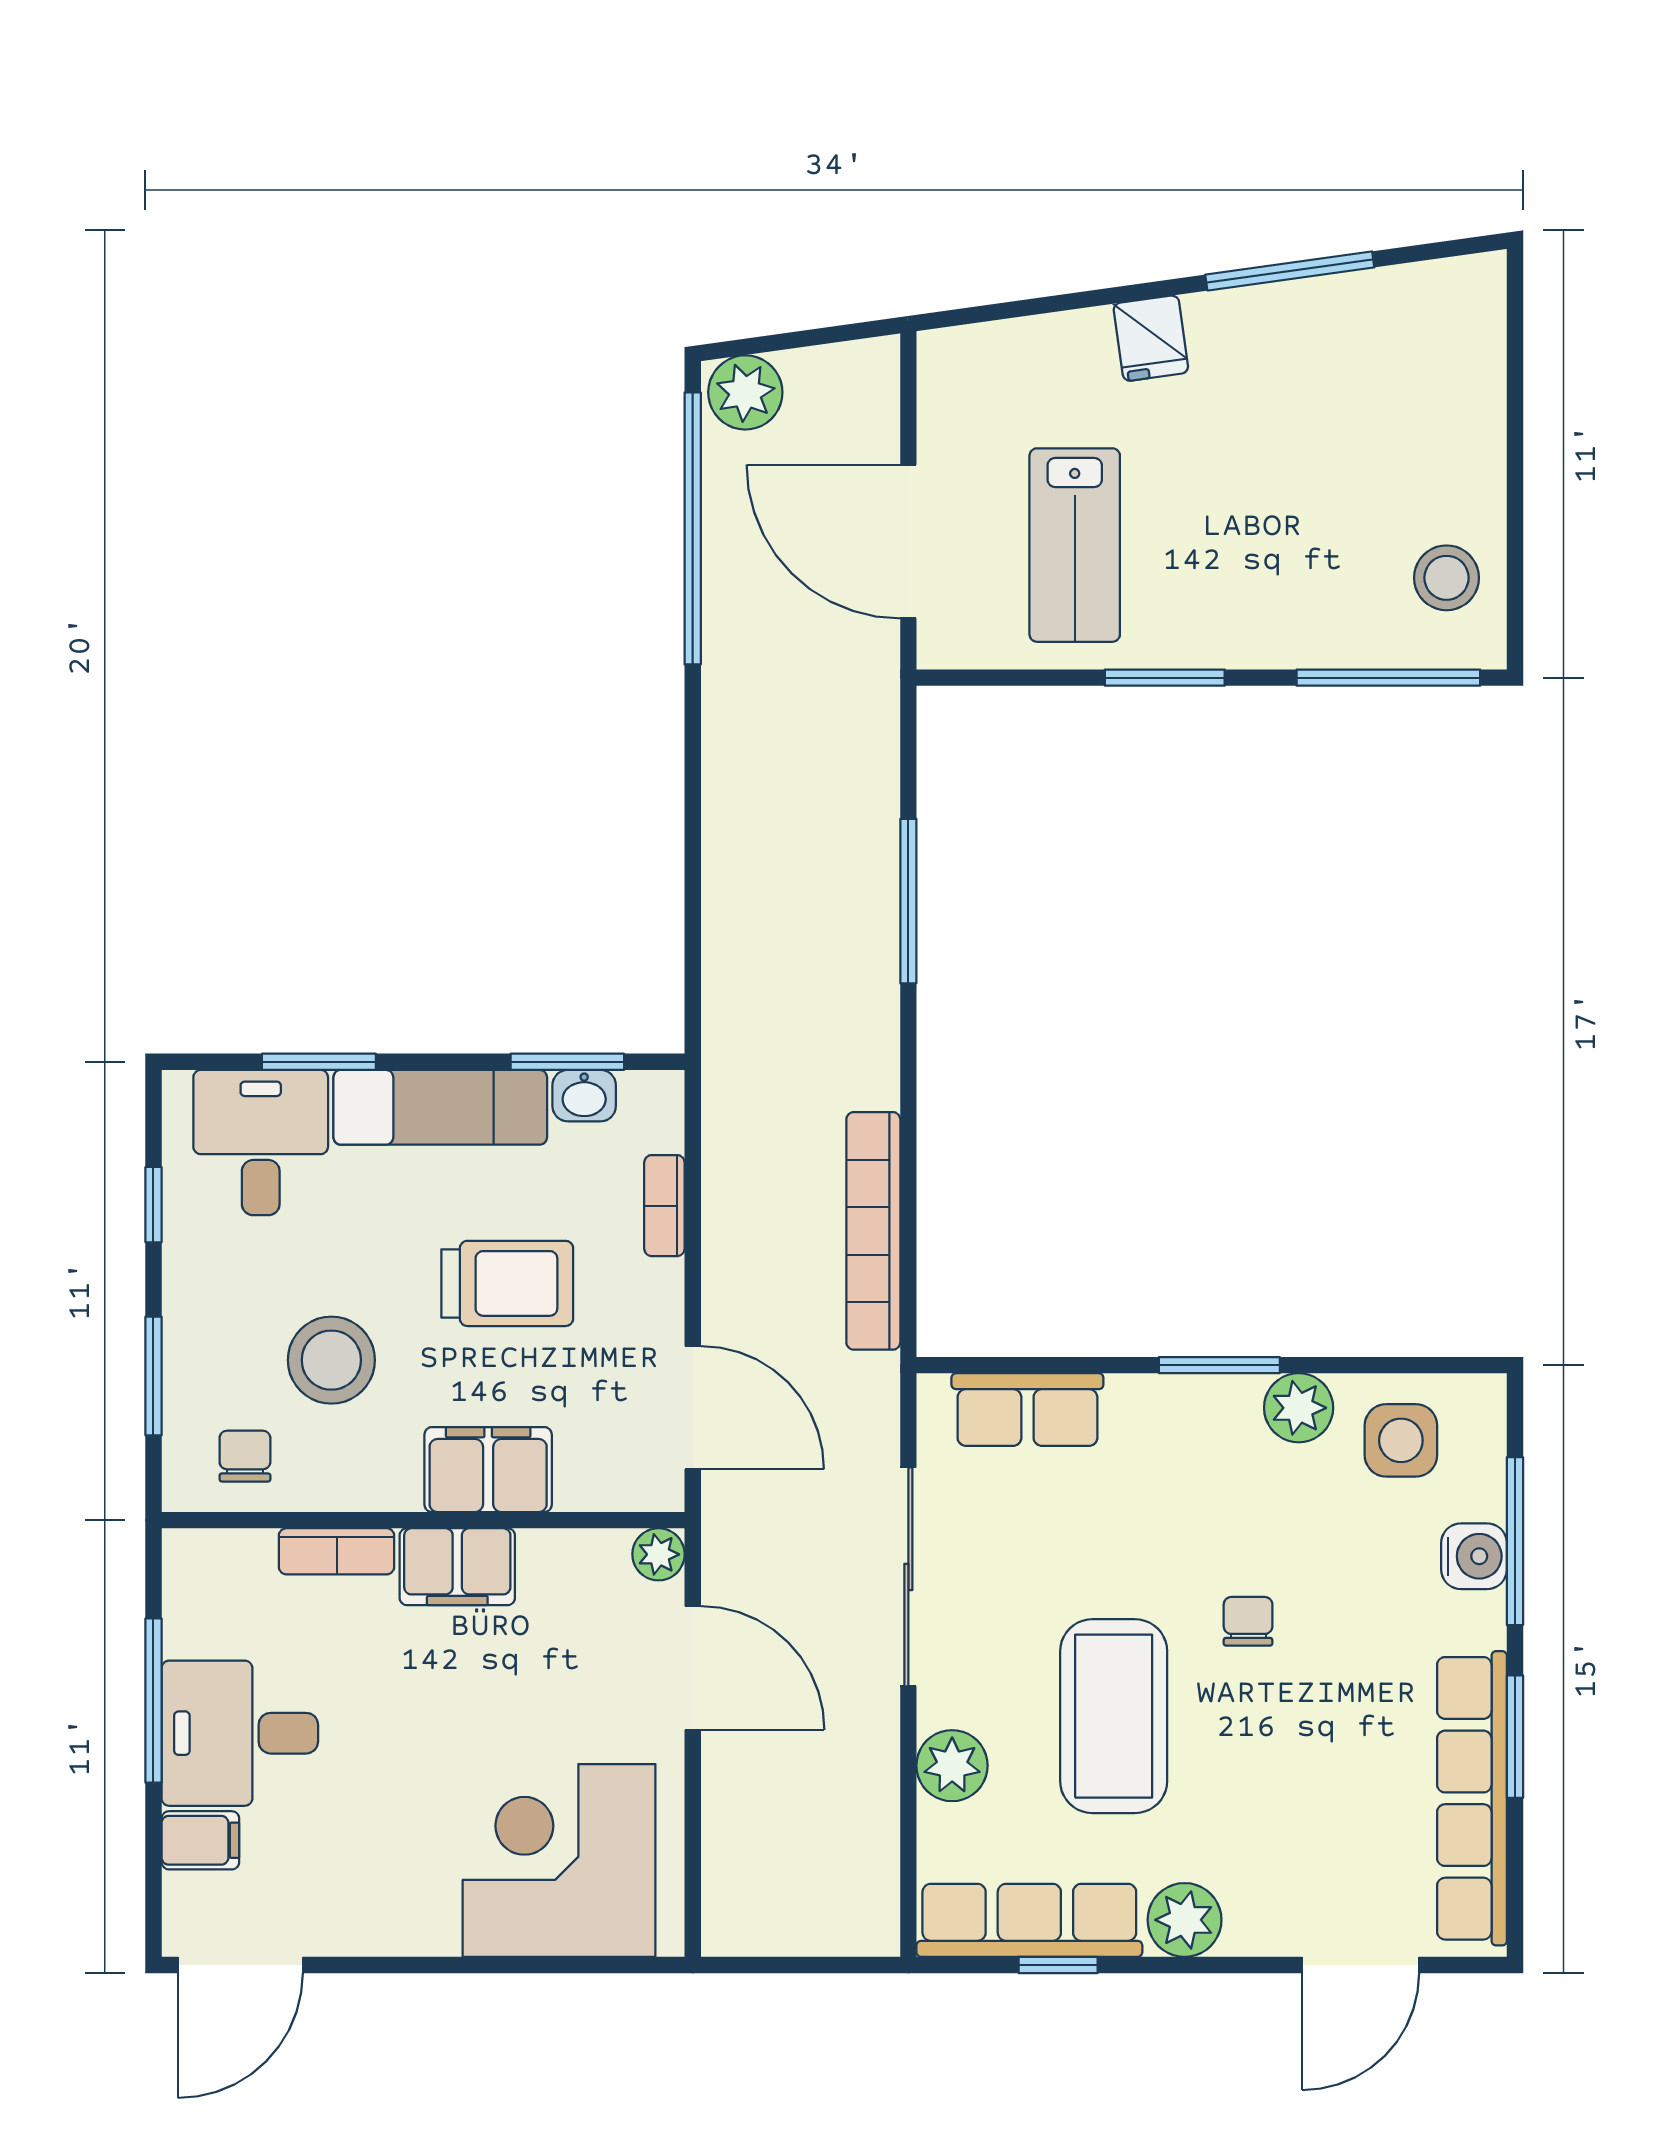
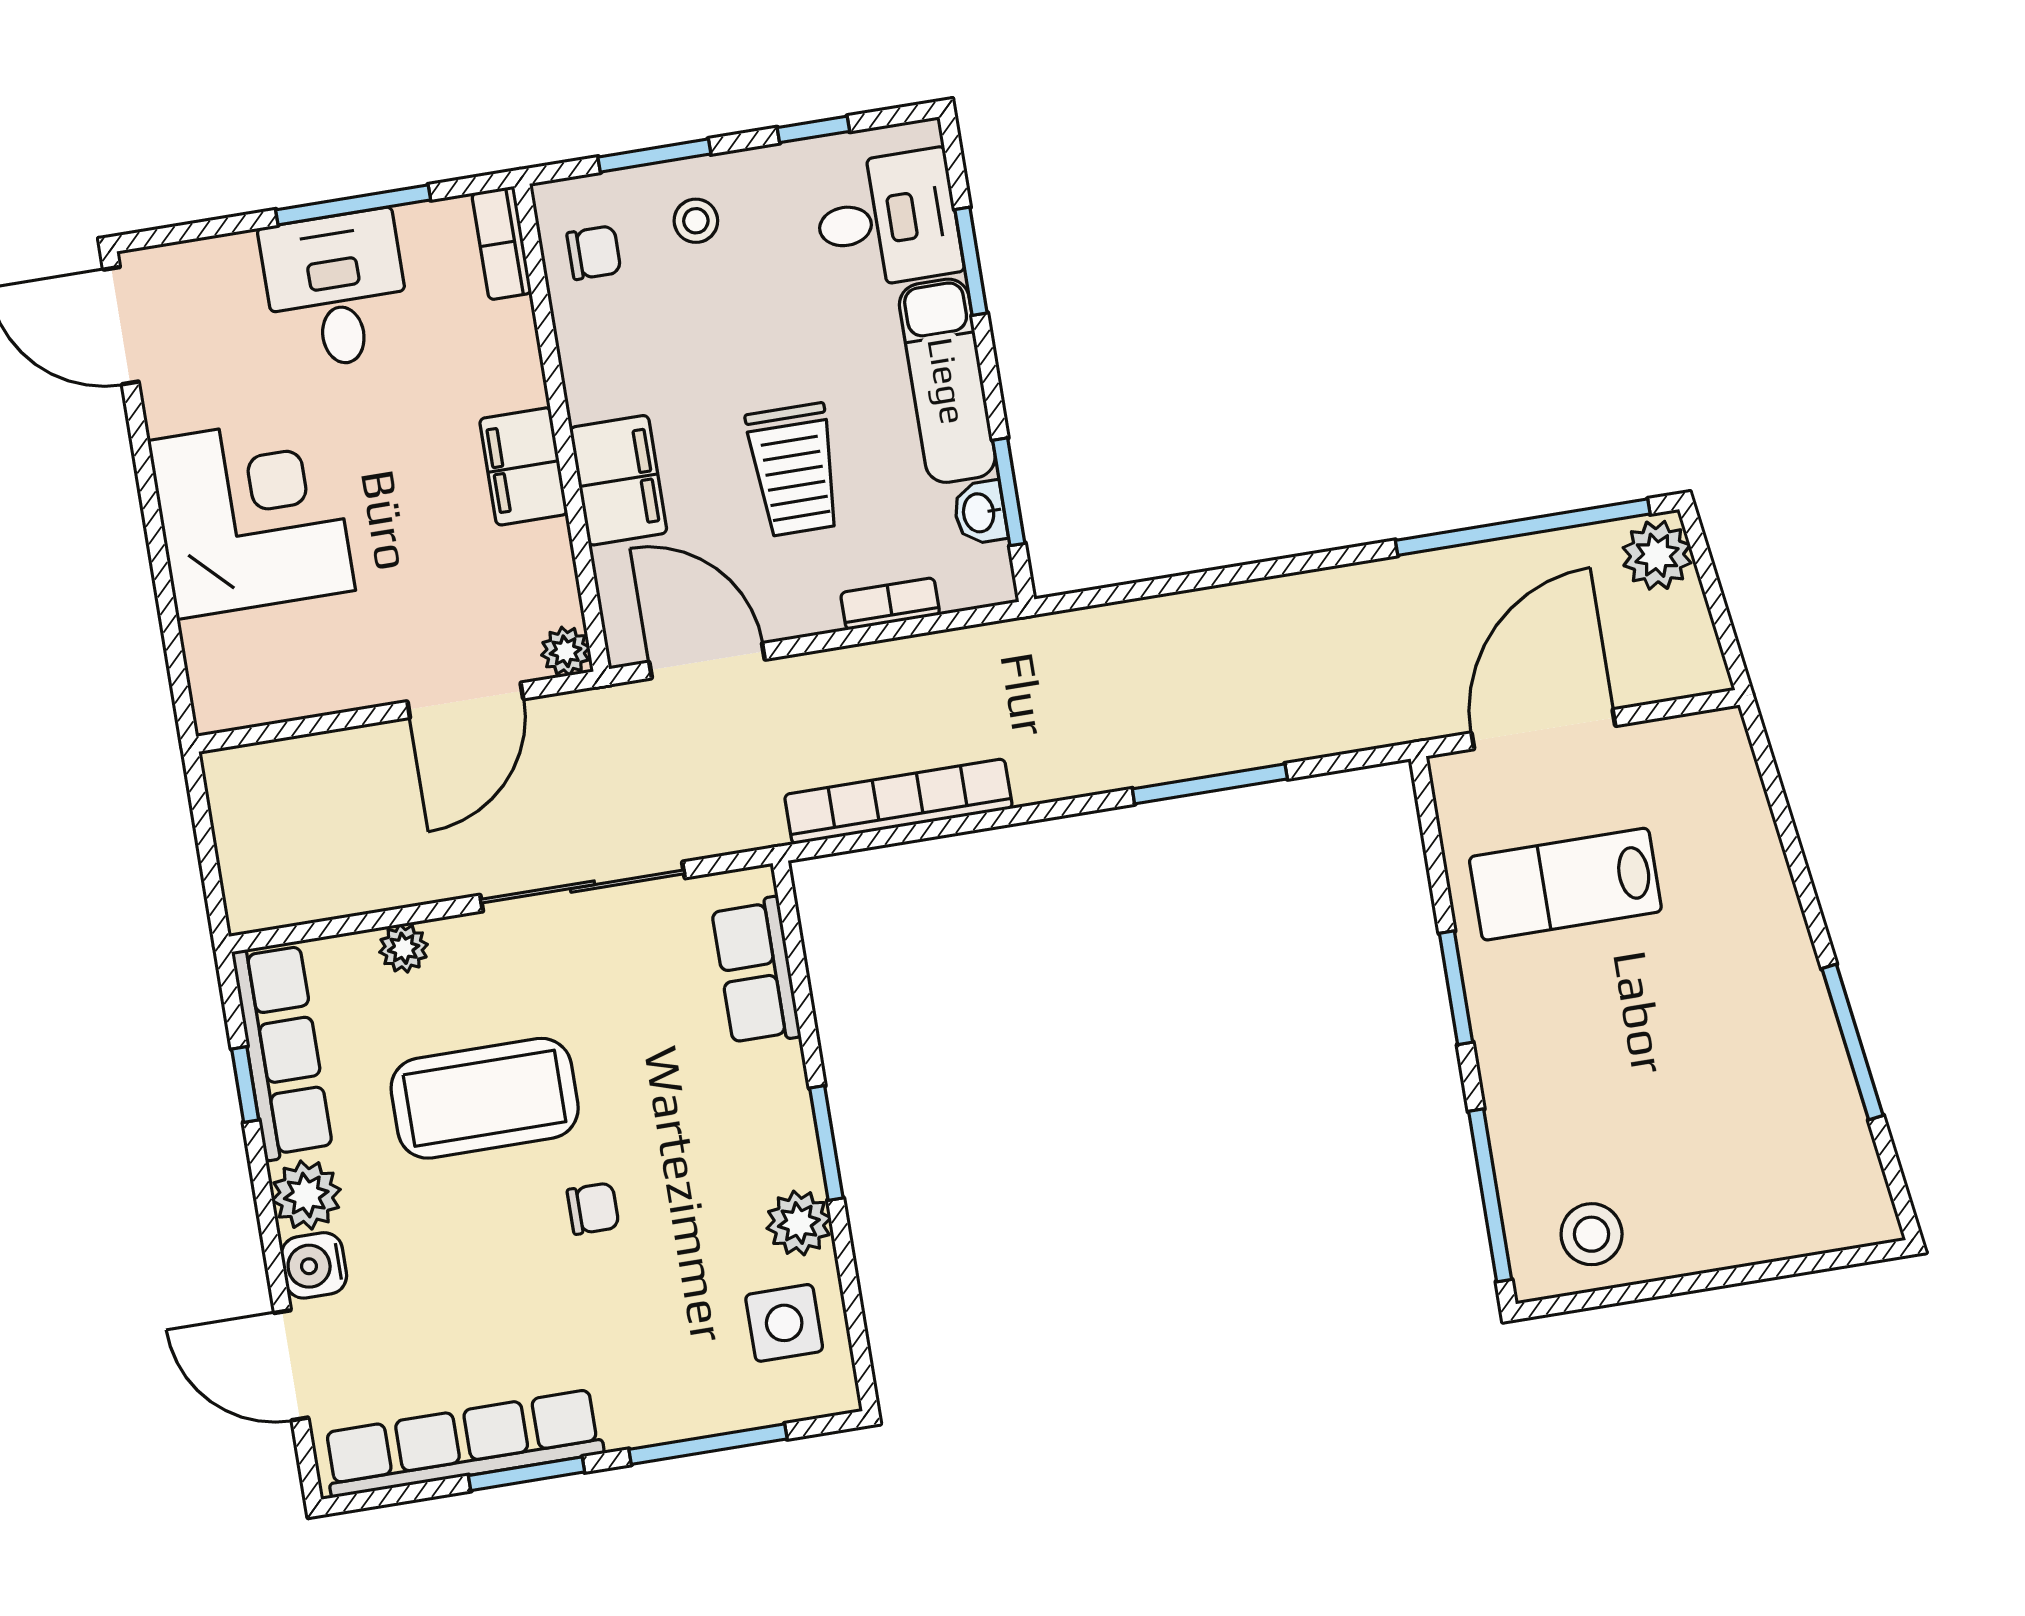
fridge: (1151, 338) -> (1769, 923), removed
stool: (331, 1360) -> (696, 221), moved, width x0.53, depth x0.53
door: (693, 1408) -> (707, 661), swing flipped
bookcase: (337, 1551) -> (502, 243), moved
water cooler: (1474, 1556) -> (314, 1265), moved, turned 90
plant: (952, 1766) -> (404, 948), width x0.73, depth x0.73
filing cabinet: (200, 1840) -> (231, 270), removed
corner desk: (559, 1860) -> (252, 515), moved

